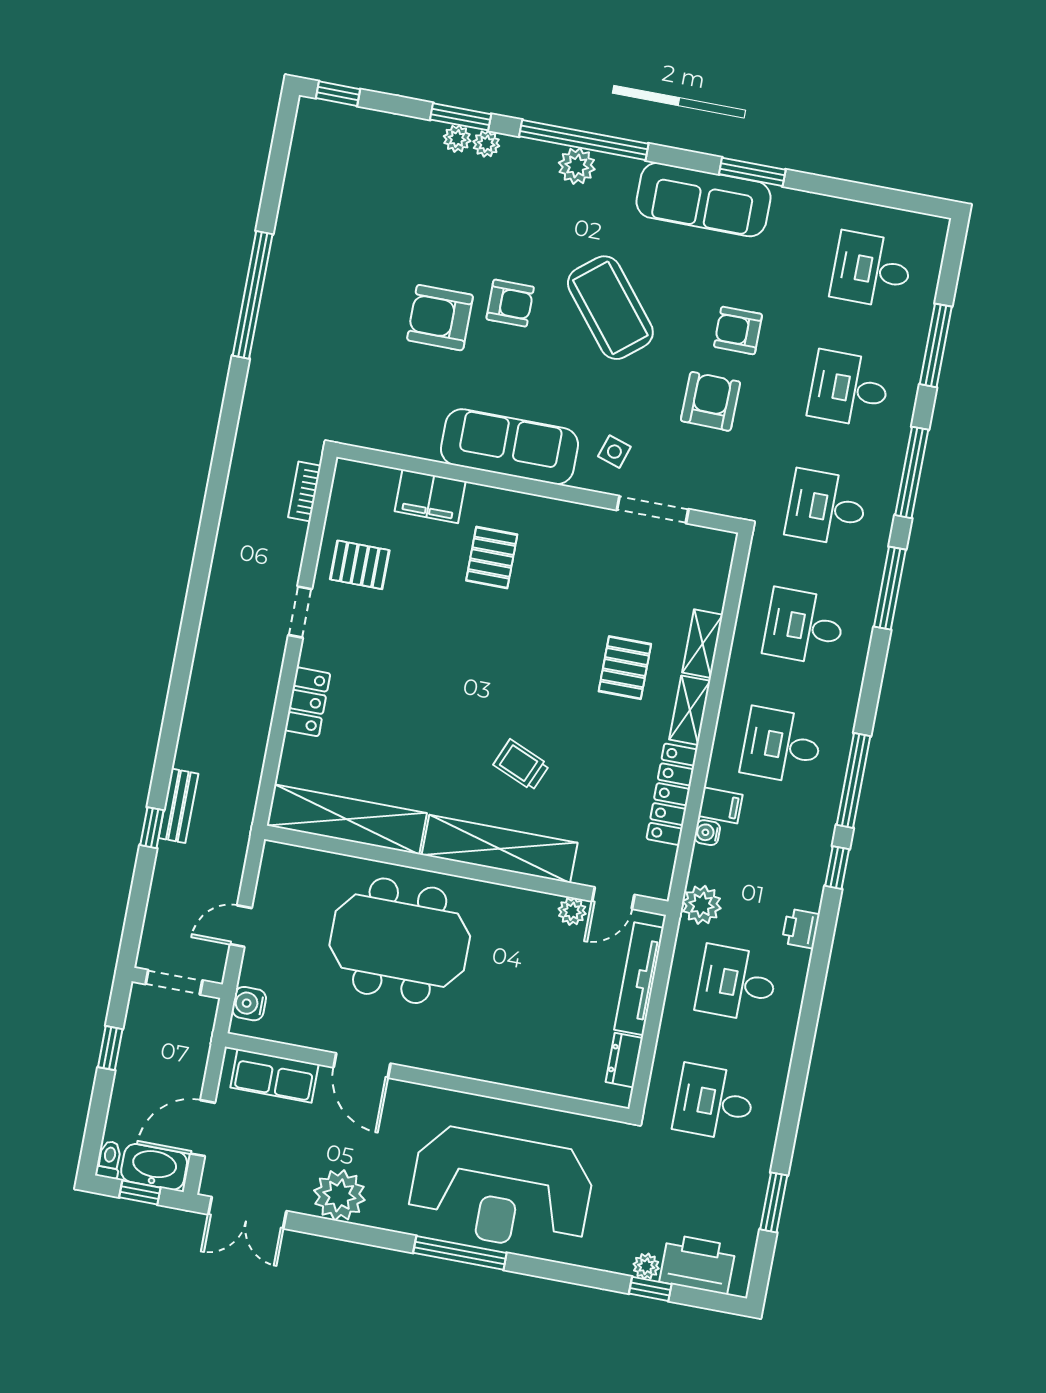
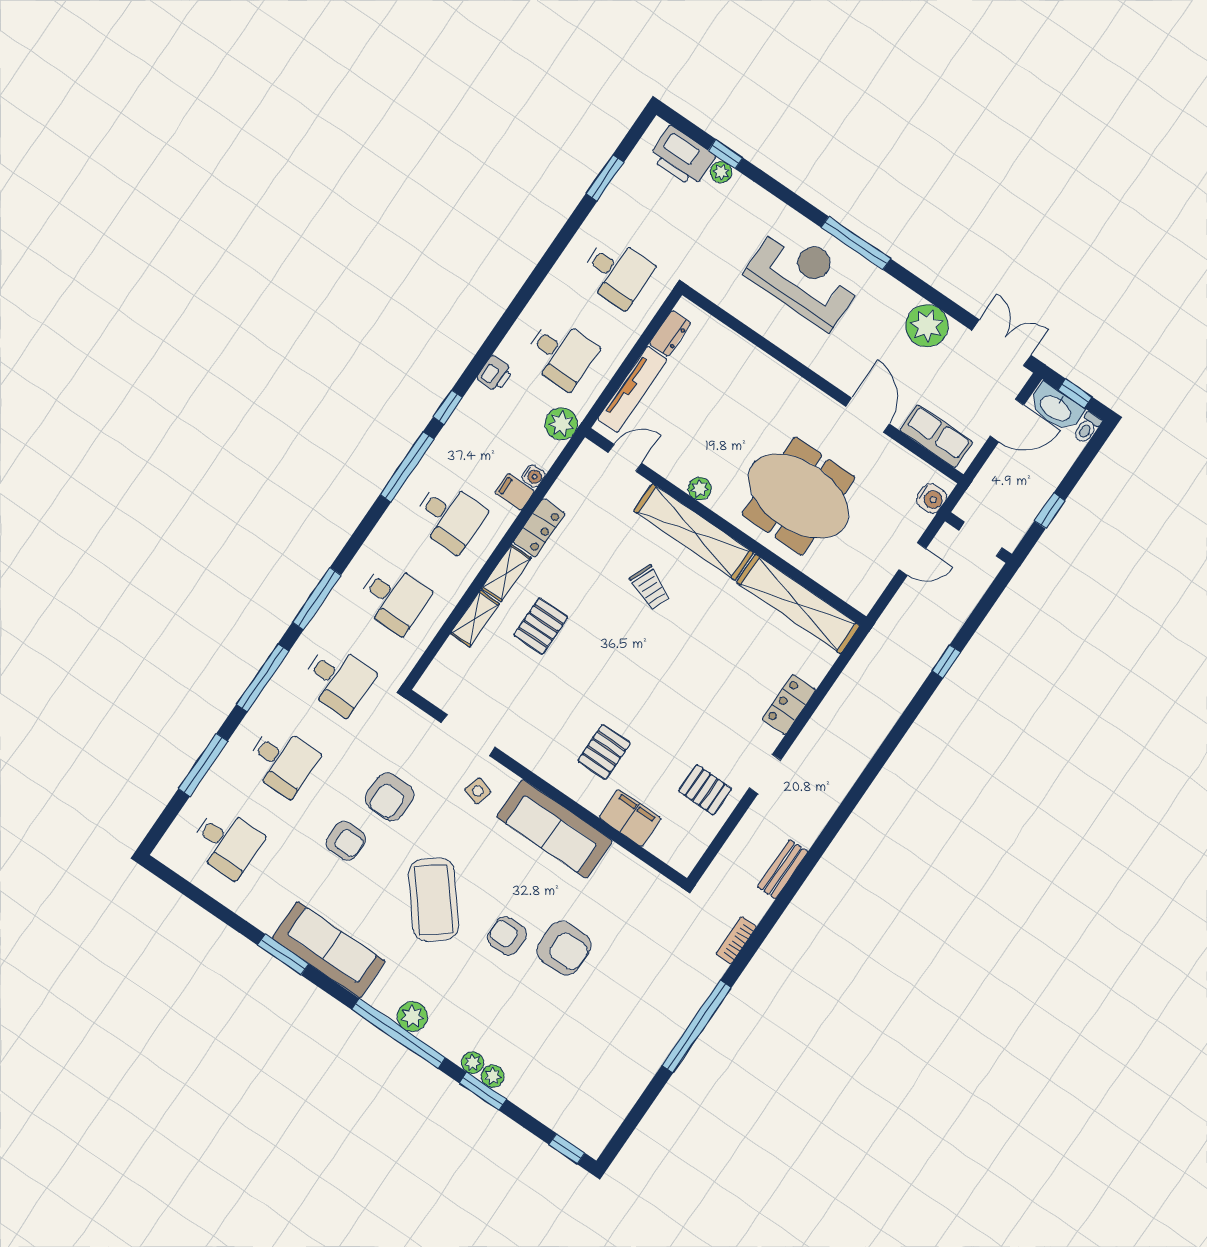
bookcase: (305, 491) -> (736, 940), moved, turned 180
locker: (672, 794) -> (539, 528), width x0.66
bench: (178, 806) -> (783, 869), moved
plant: (572, 911) -> (700, 489), moved
reception desk: (501, 1190) -> (804, 277), width x0.74, depth x0.77

